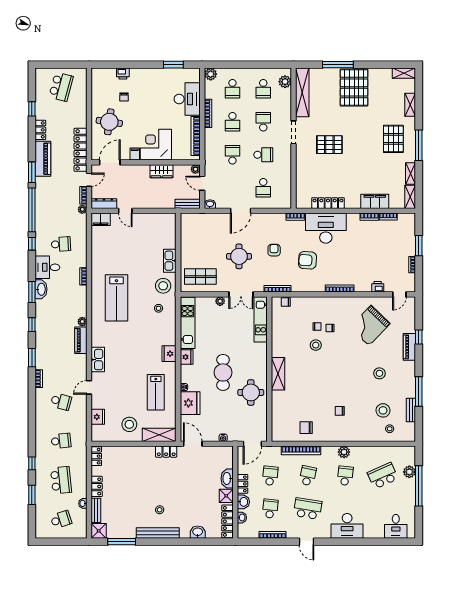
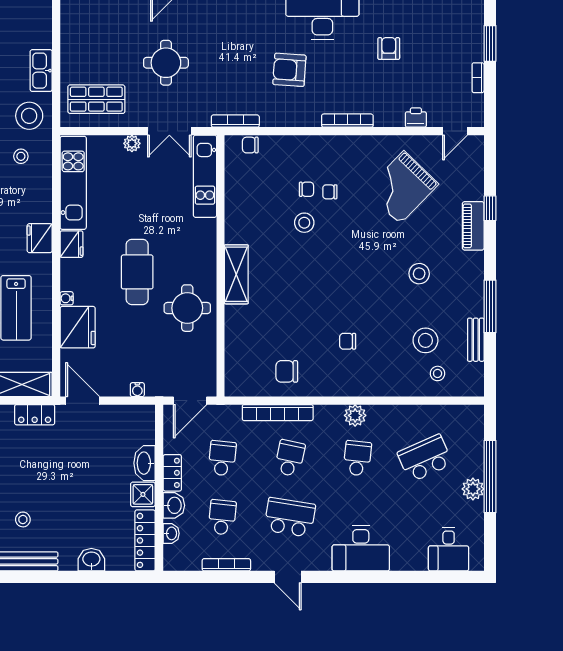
armchair: (274, 250) -> (389, 48), moved
plant: (409, 472) -> (473, 489), moved

